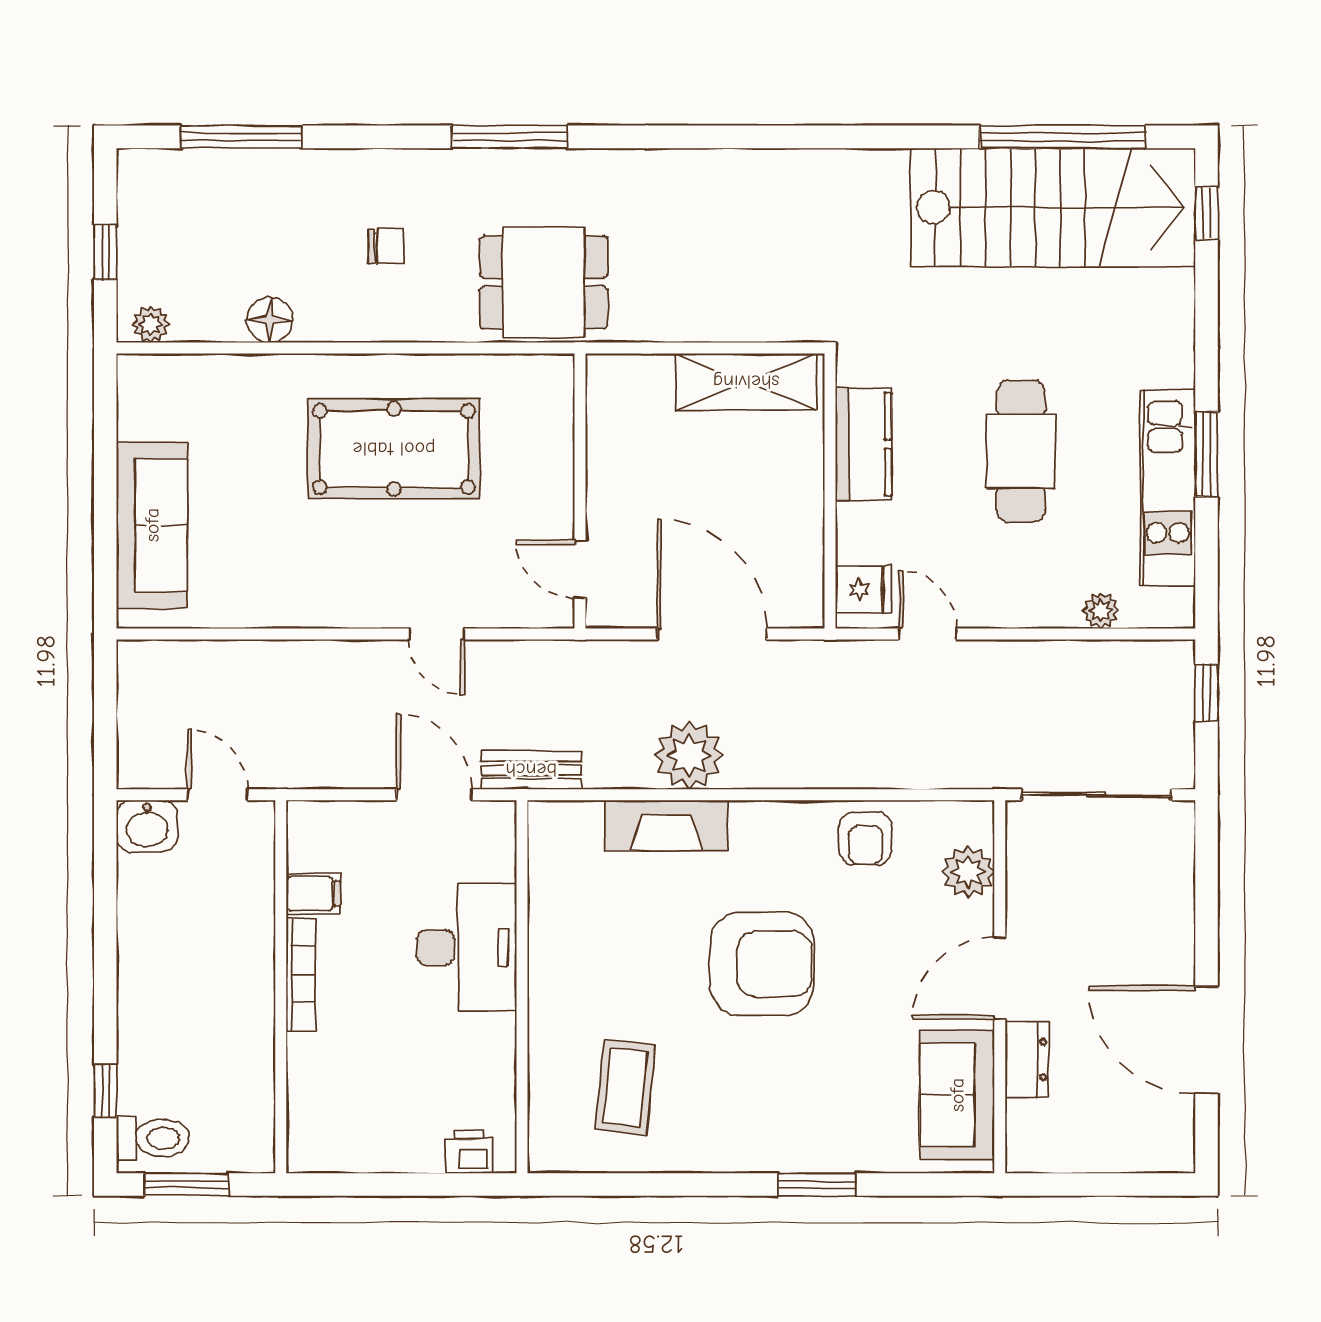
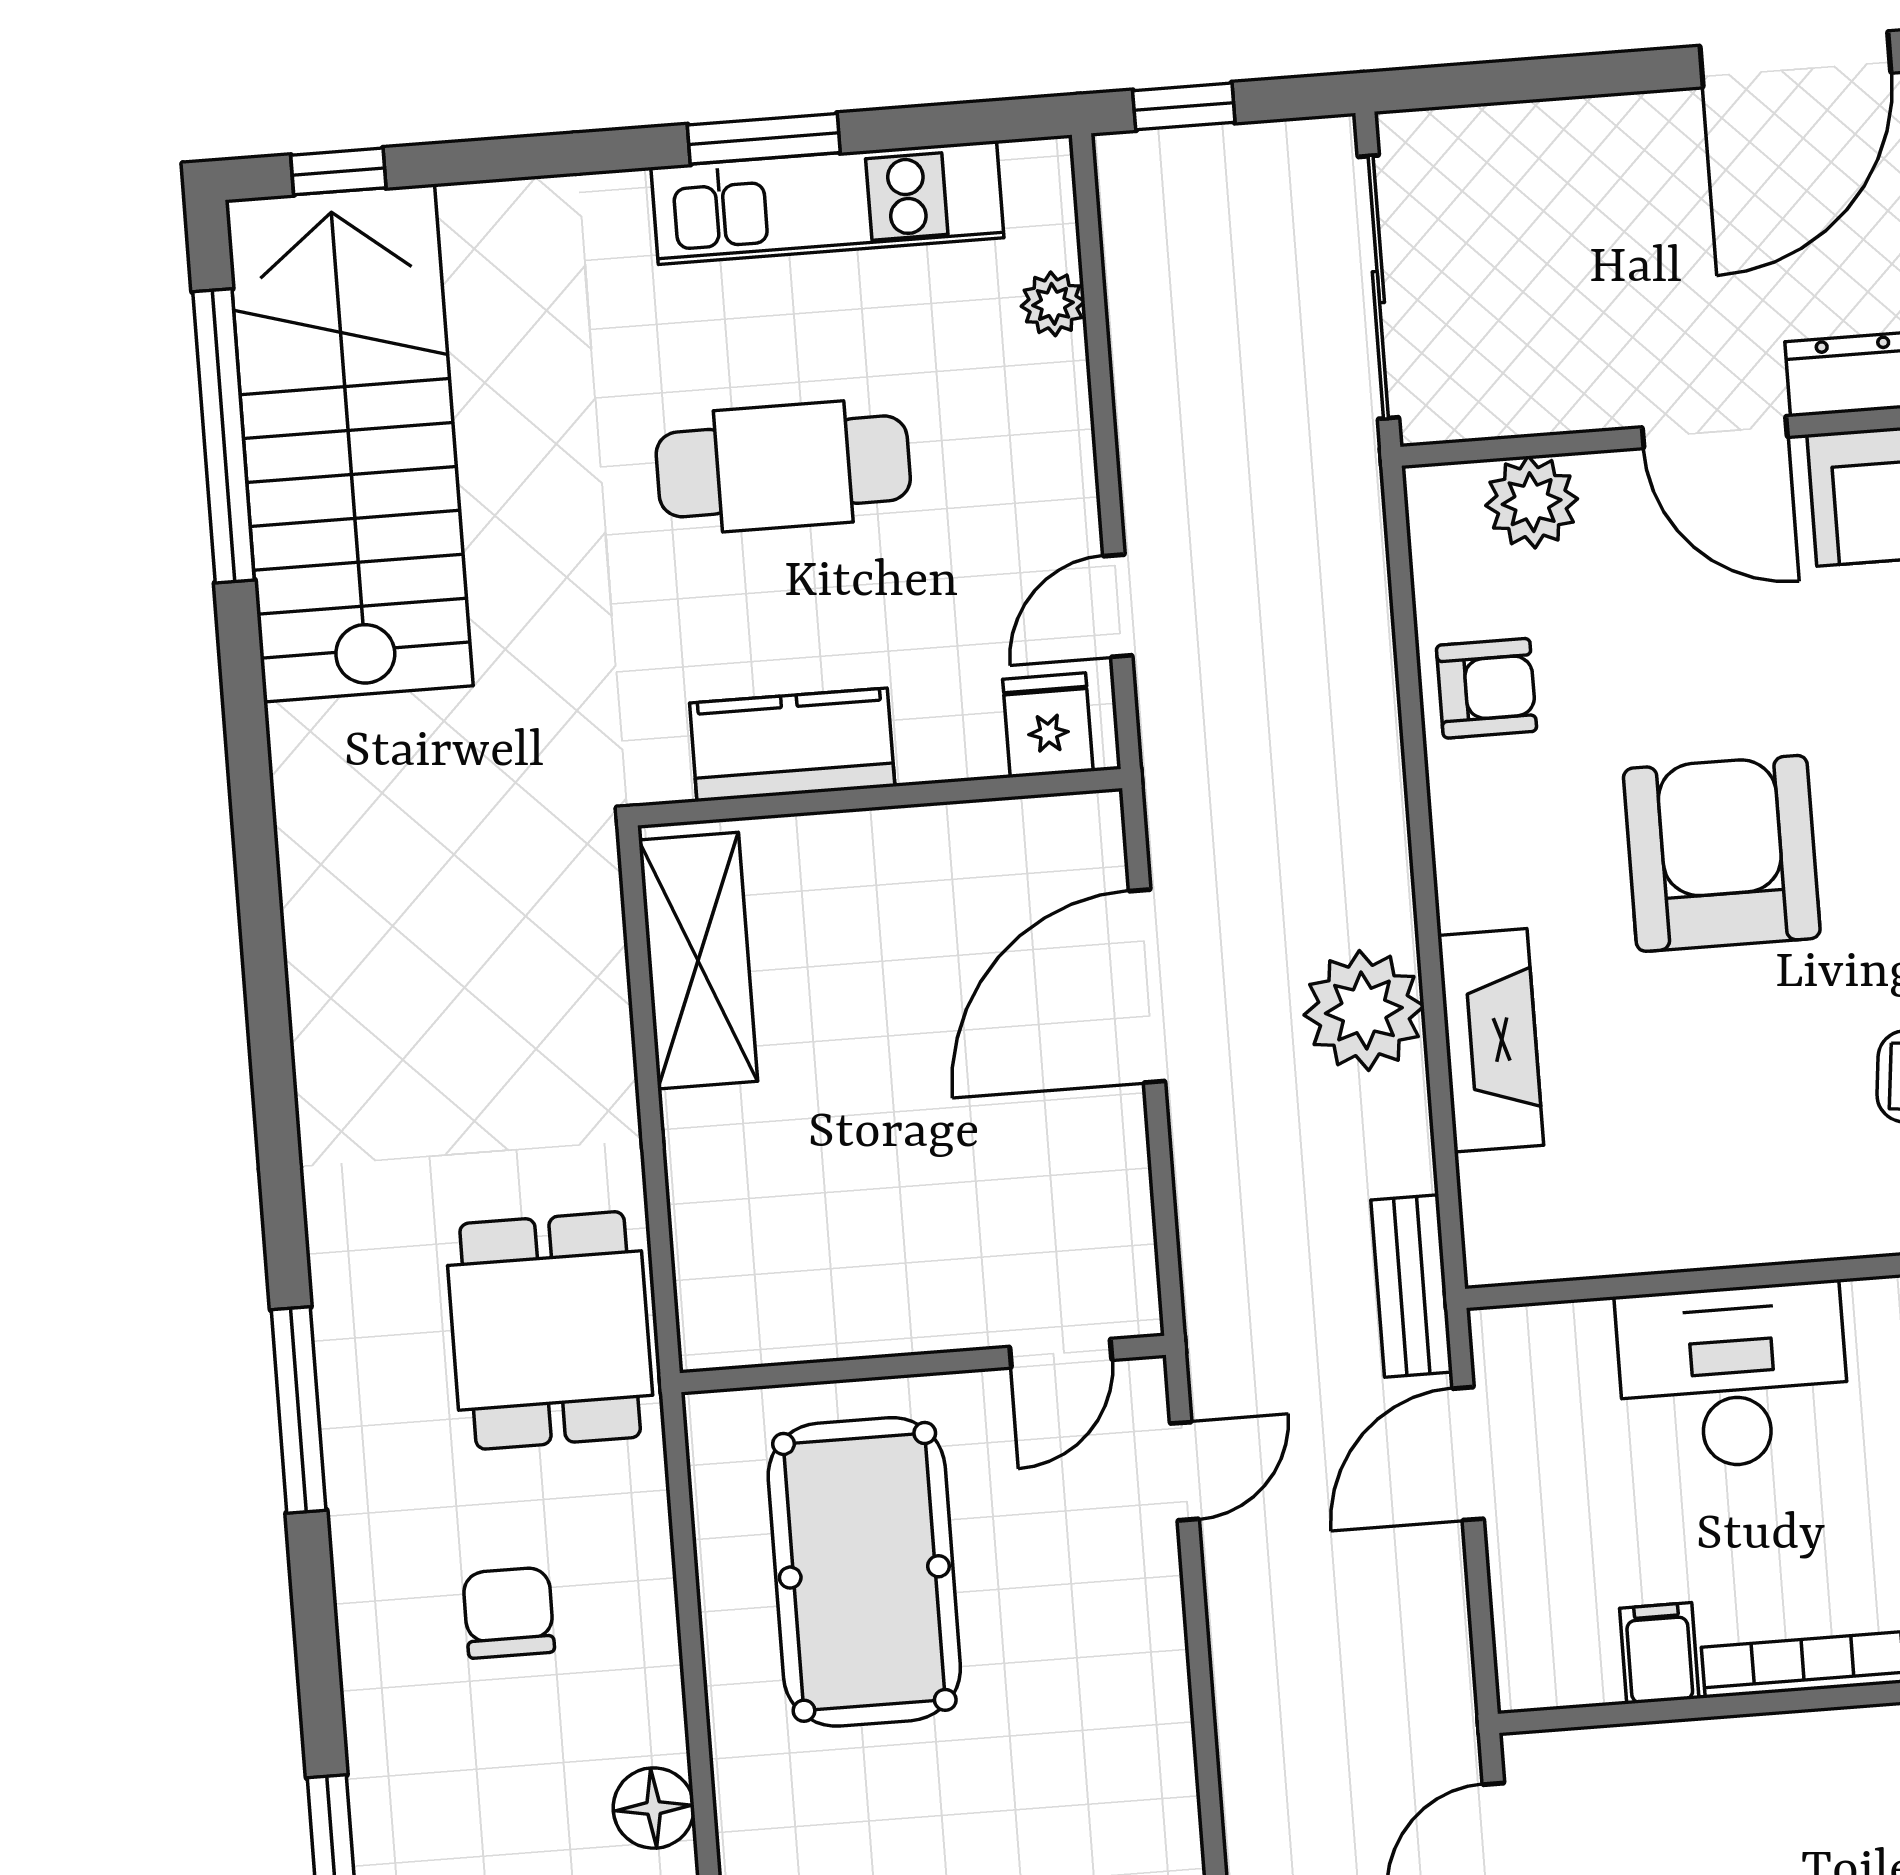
chair: (386, 247) -> (509, 1613), width x1.37, depth x1.37
wall: (580, 491) -> (923, 1364), moved
door: (580, 569) -> (1061, 1353), moved

